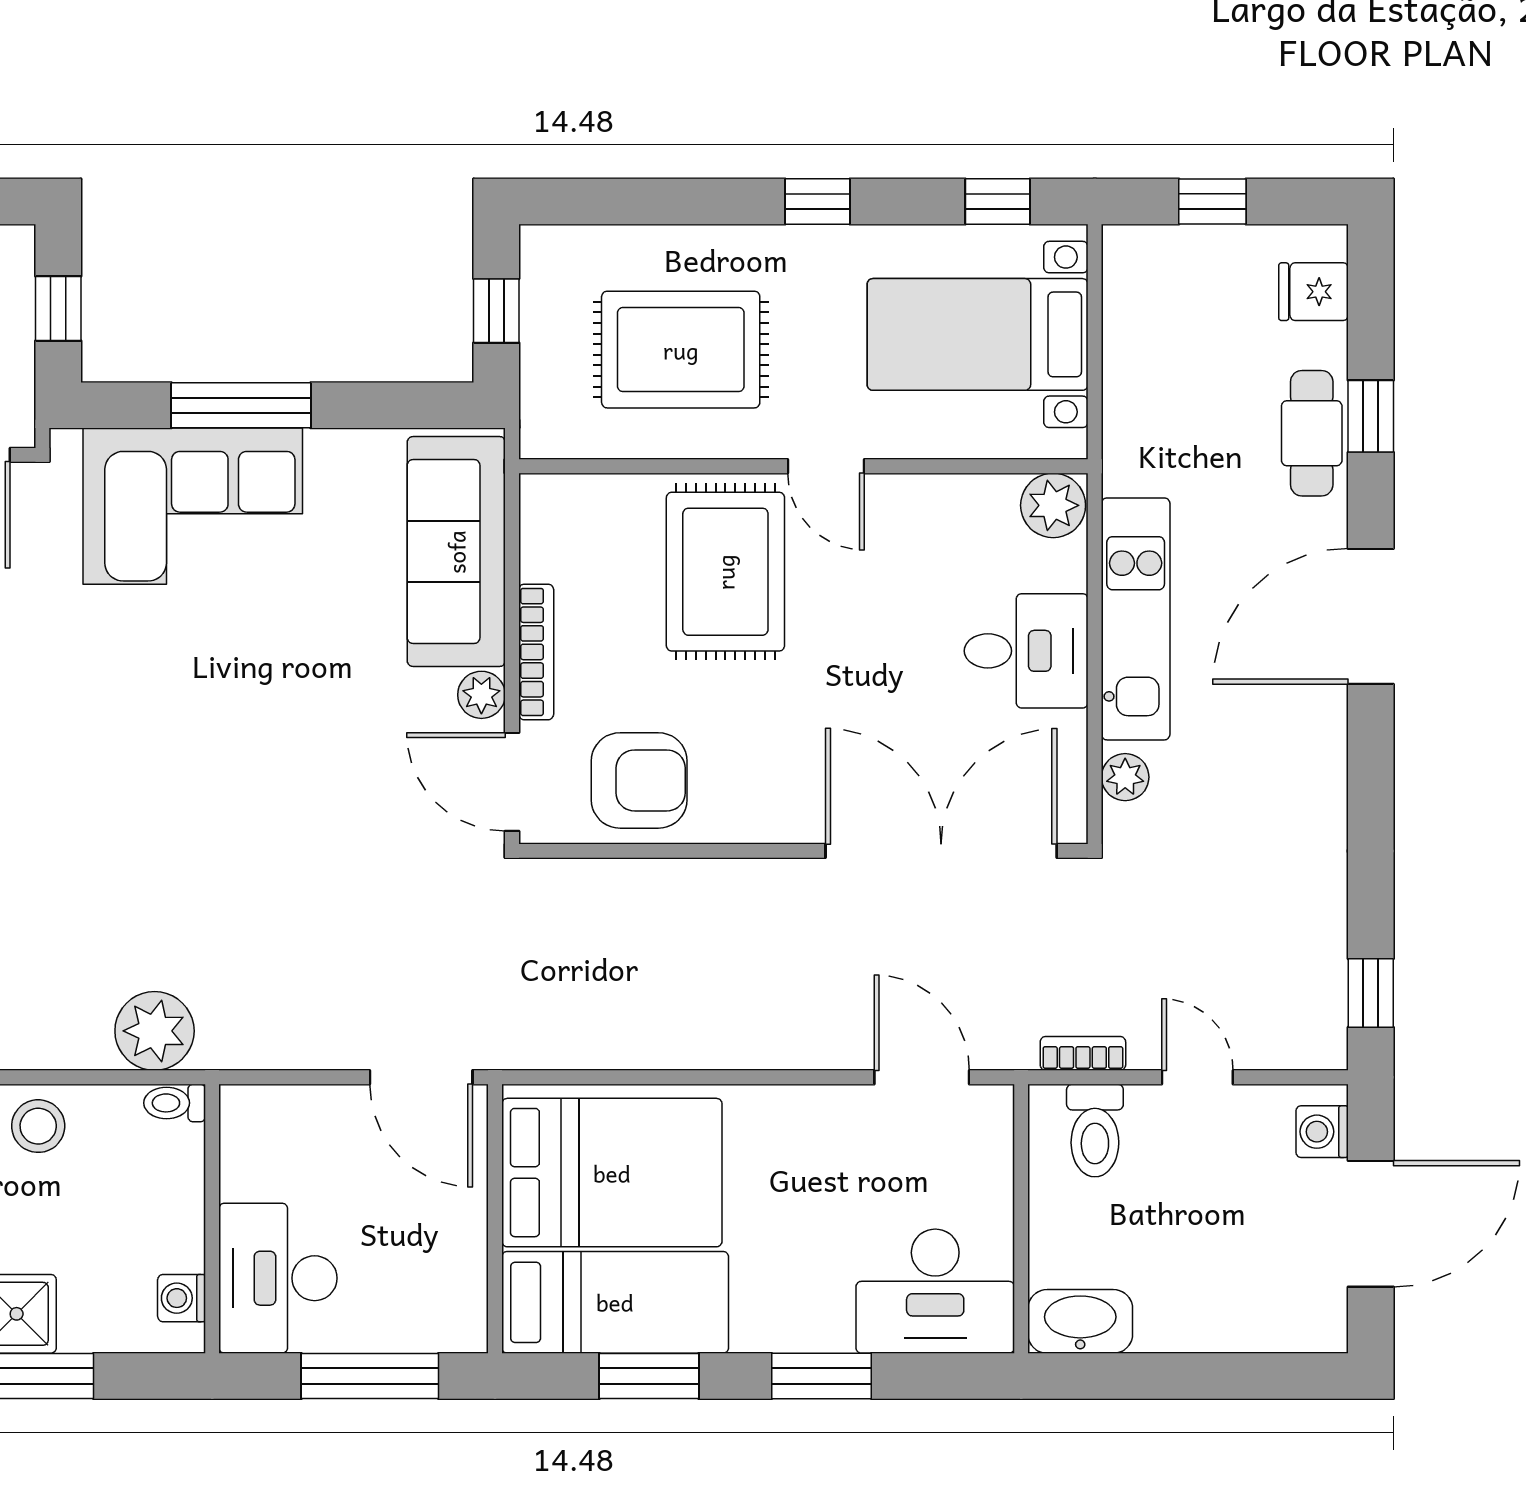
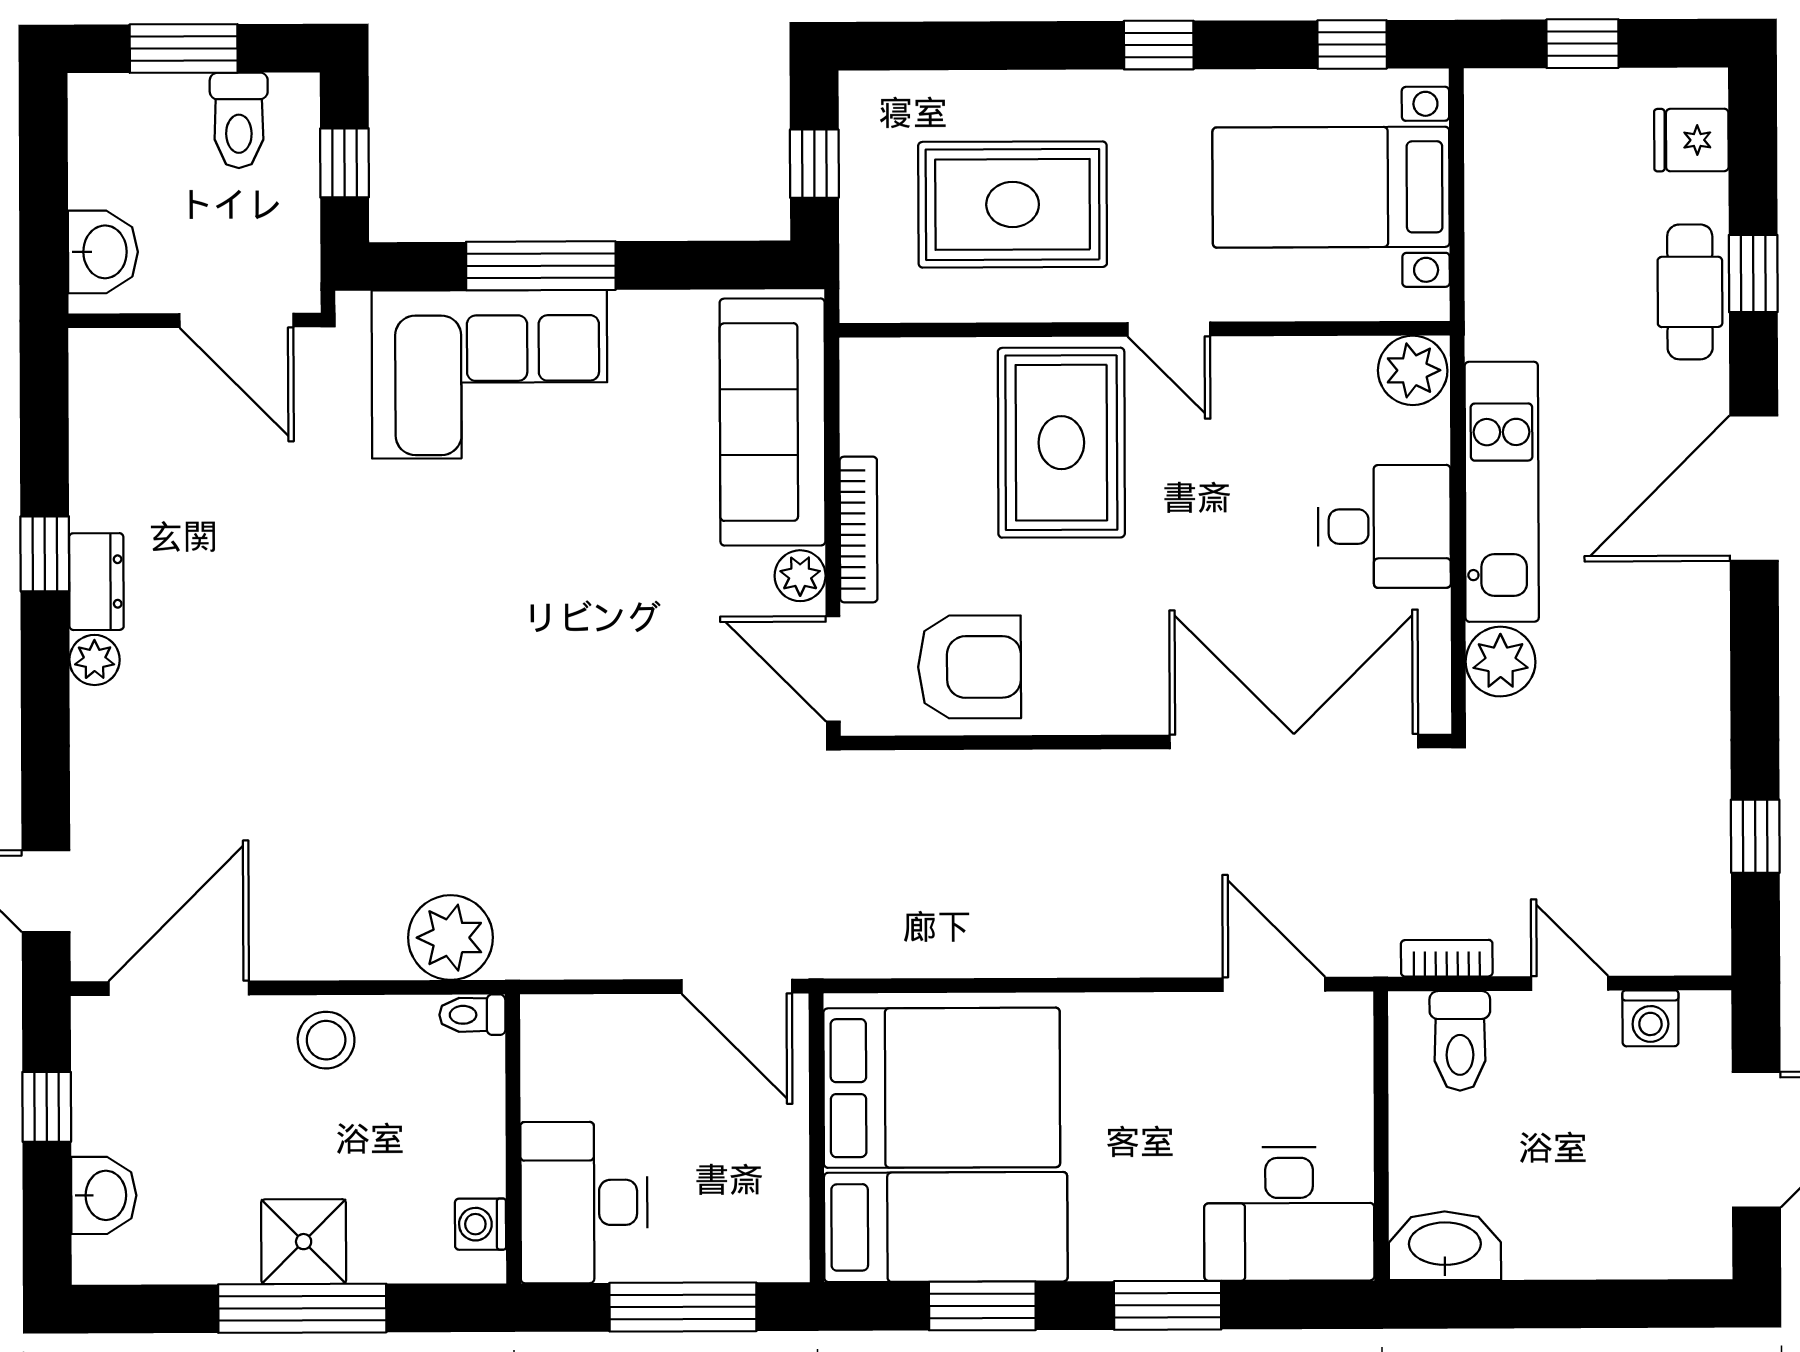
plant: (1125, 777) -> (1501, 662), width x1.38, depth x1.38
window: (1371, 993) -> (1755, 836), moved
washing machine: (1322, 1132) -> (1650, 1018), moved, turned -90

